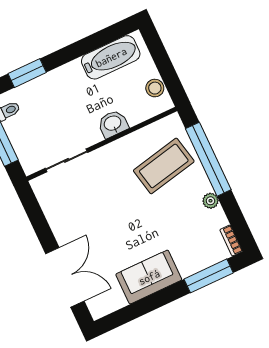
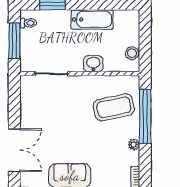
bathtub: (111, 57) -> (92, 19), moved

